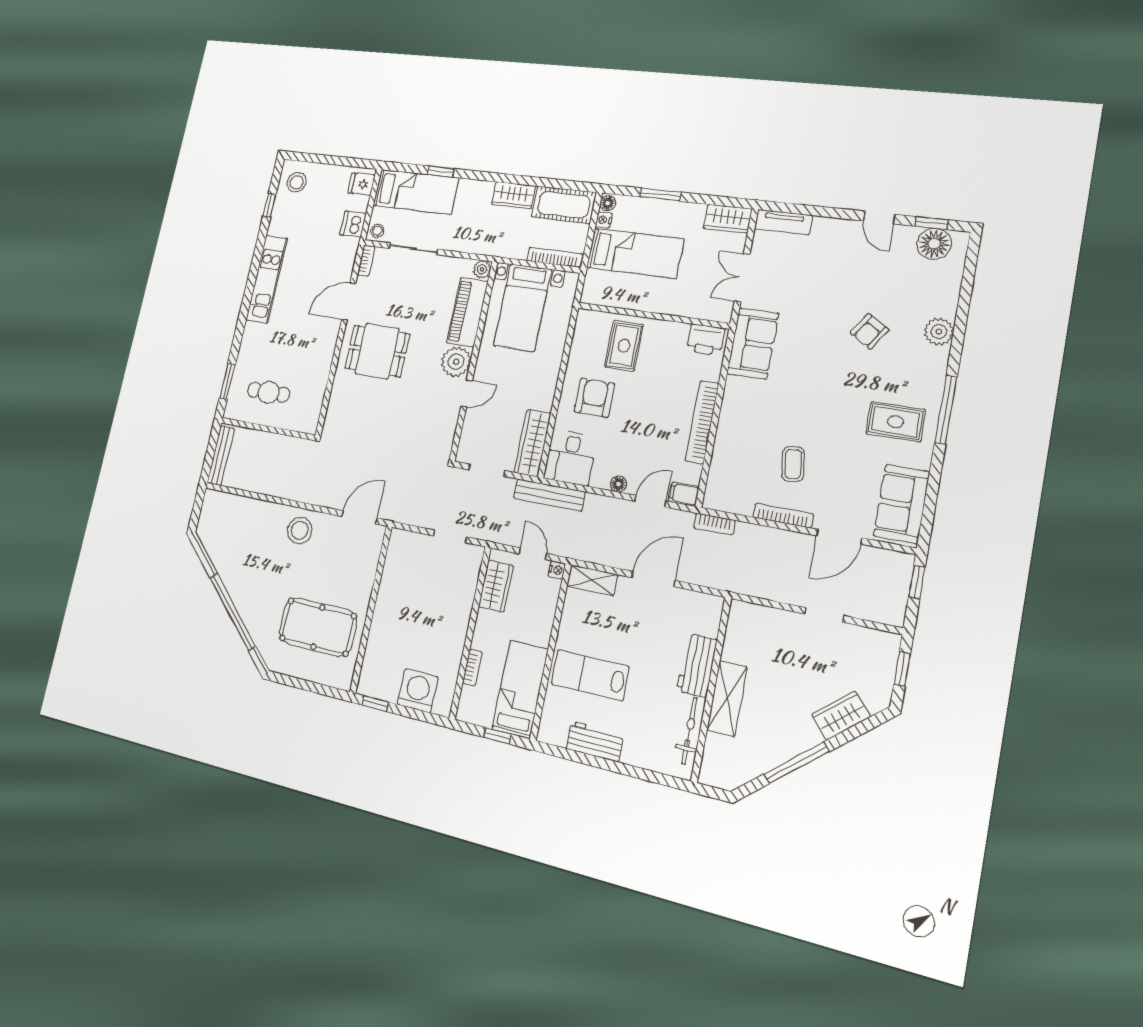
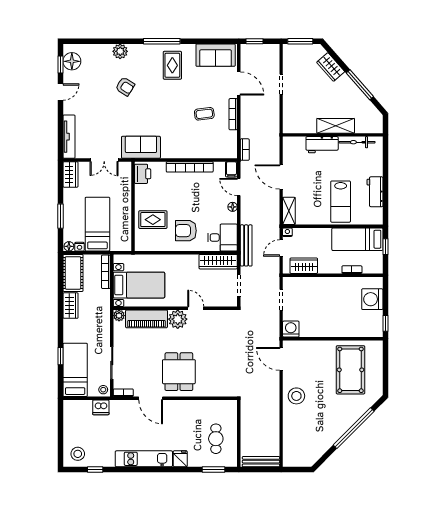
fridge: (361, 184) -> (180, 459), moved, turned 180
tv unit: (783, 222) -> (69, 137), width x1.41
washing machine: (401, 543) -> (291, 329), added
window: (902, 669) -> (300, 41), width x1.50

